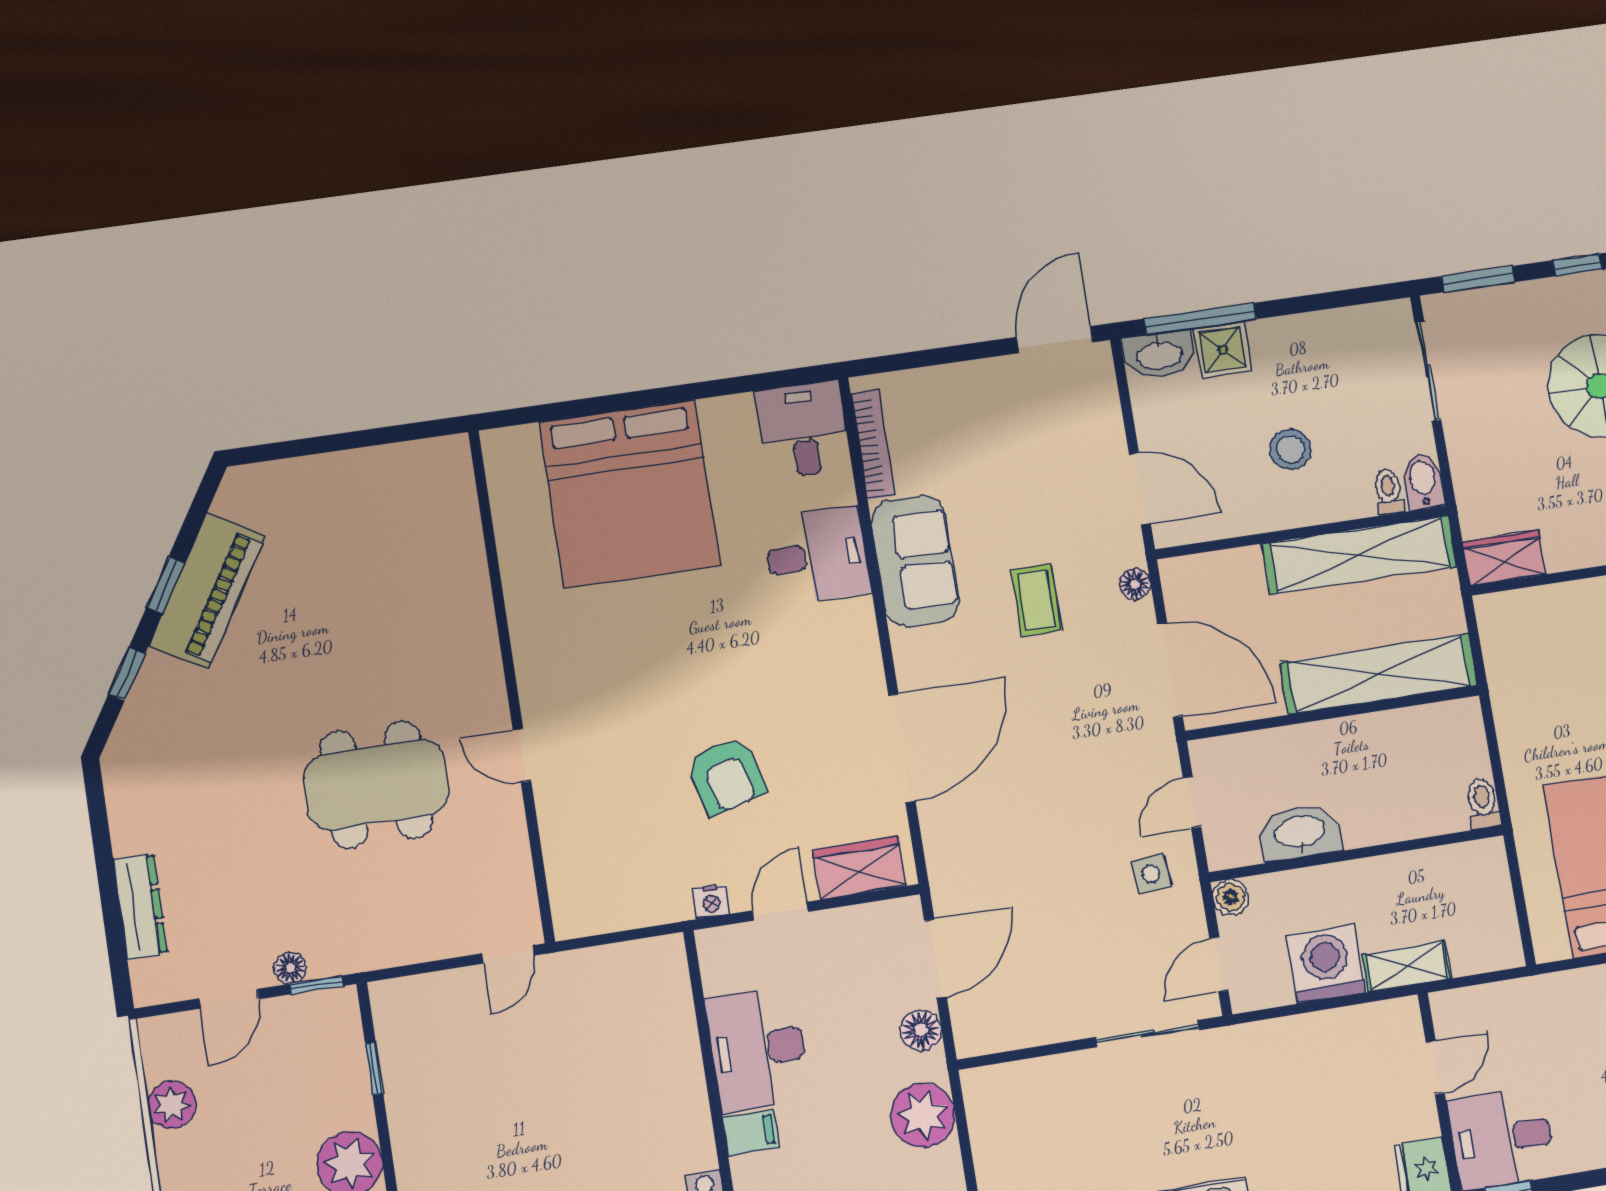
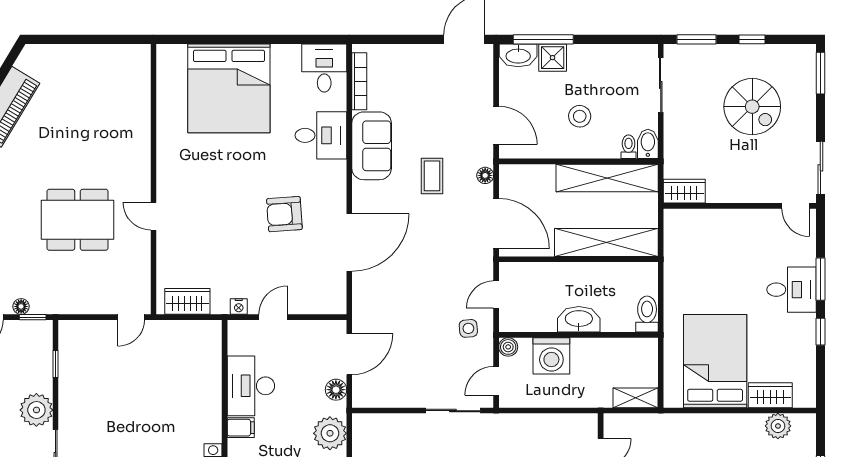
armchair: (727, 776) -> (284, 214), moved, turned 101
toilet: (1483, 803) -> (647, 314), width x1.37, depth x1.39
washbasin: (1300, 833) -> (579, 319), moved
wardrobe: (859, 868) -> (187, 301), moved
washing machine: (1326, 964) -> (551, 356), moved, turned 180
shelving: (1407, 966) -> (635, 398), moved

